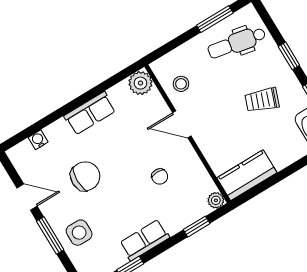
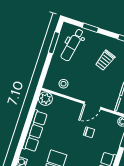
window: (289, 56) -> (90, 28), moved
row of seats: (90, 113) -> (35, 131), width x1.48
door: (182, 124) -> (92, 105), moved

